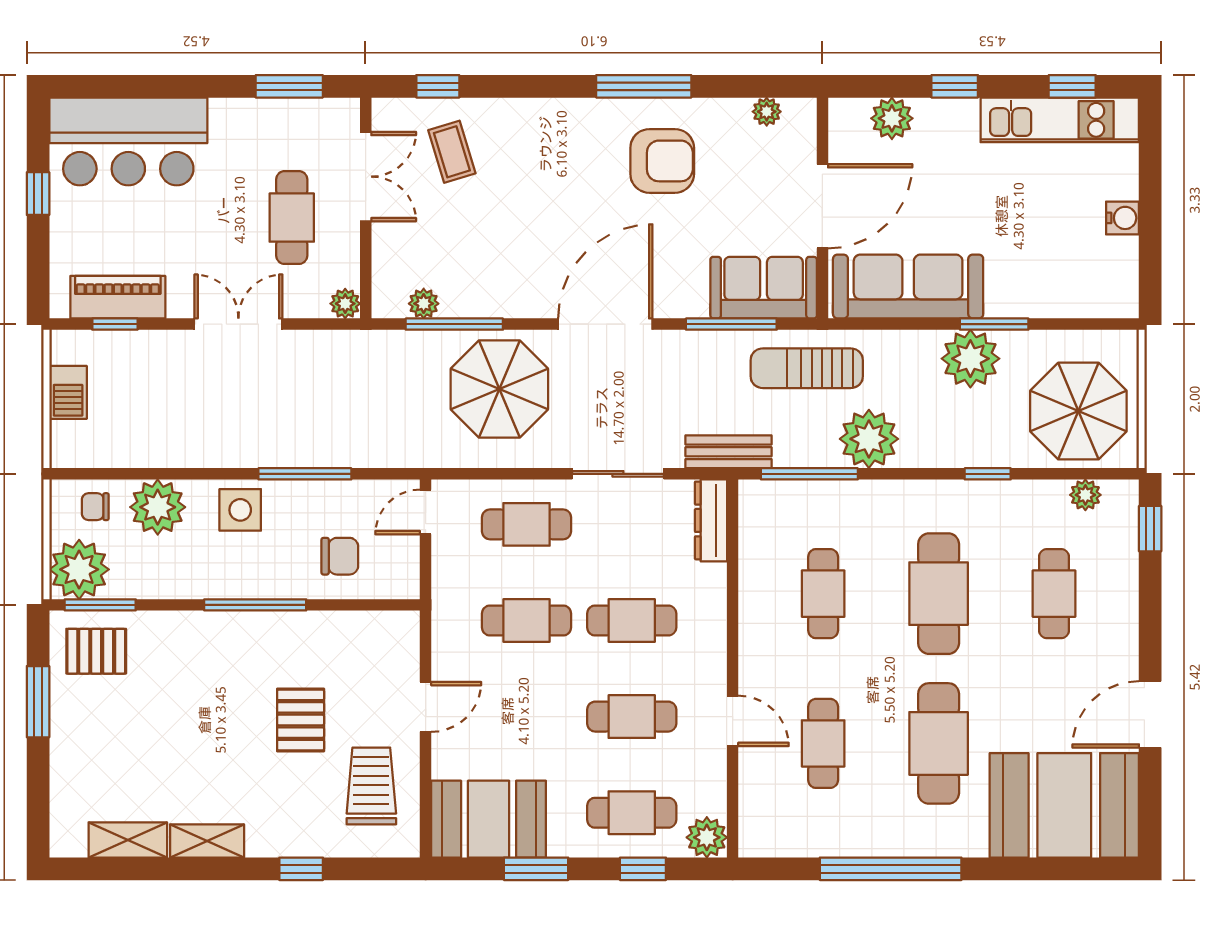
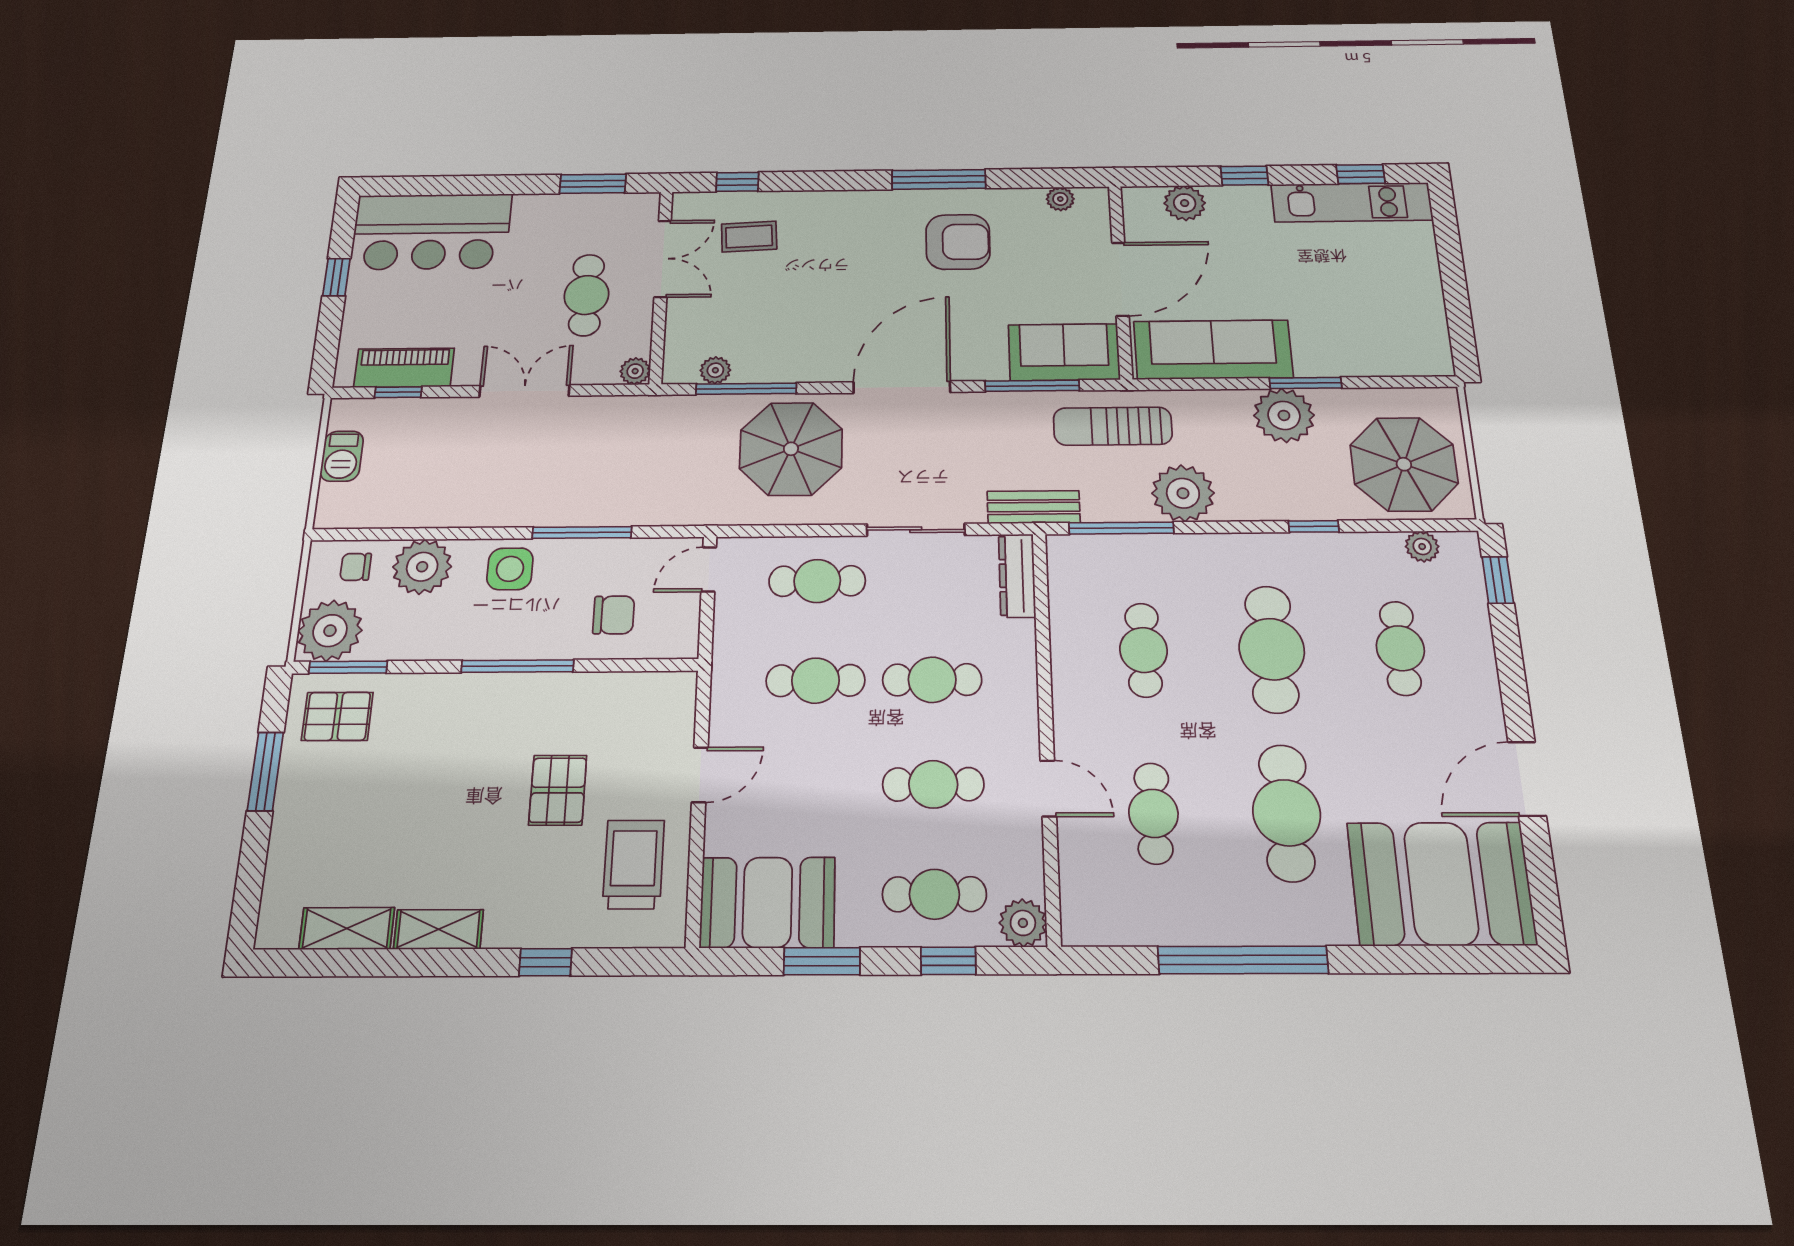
coffee table: (452, 152) -> (749, 237), turned -76
water cooler: (1122, 218) -> (1426, 286), removed

